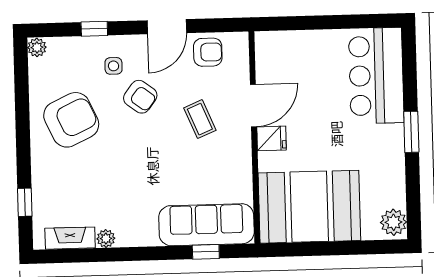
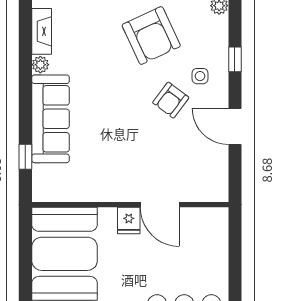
armchair: (208, 52) -> (210, 164), removed
coffee table: (200, 119) -> (149, 155), removed
sofa: (206, 225) -> (51, 119), moved

